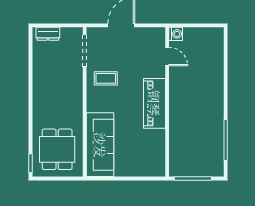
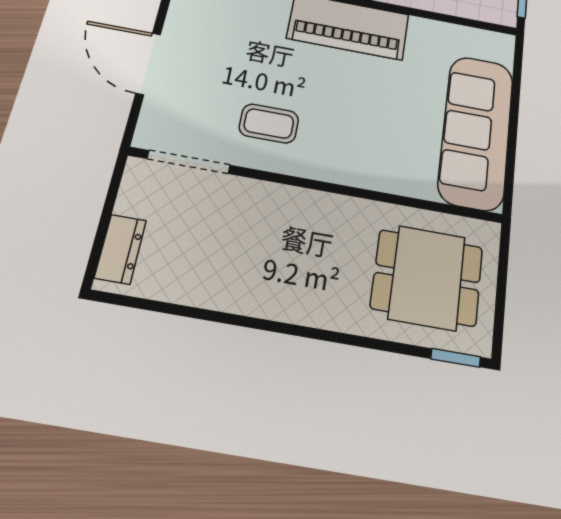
coffee table: (106, 78) -> (269, 123), turned 90
sofa: (100, 145) -> (476, 132), moved, turned -90

